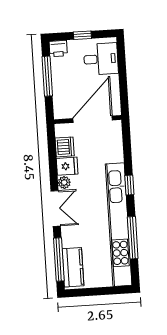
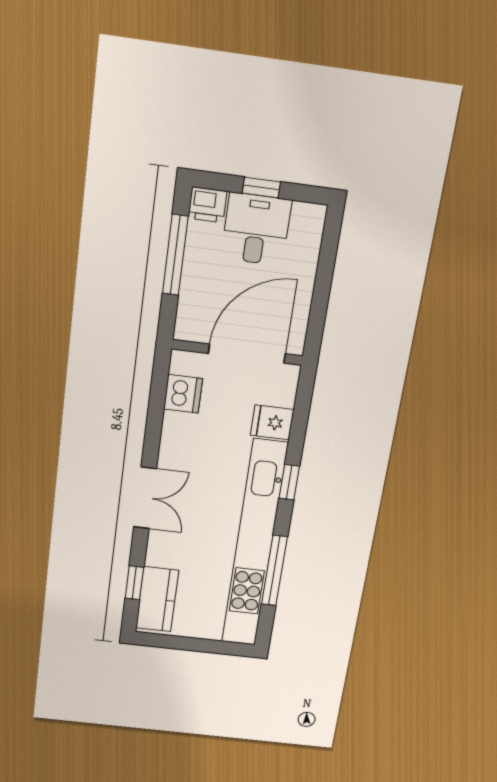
desk: (101, 59) -> (256, 229), moved, turned -90
fridge: (67, 166) -> (272, 422), moved, turned 180
plant: (64, 183) -> (170, 456), removed
window: (59, 259) -> (134, 583), width x0.46

